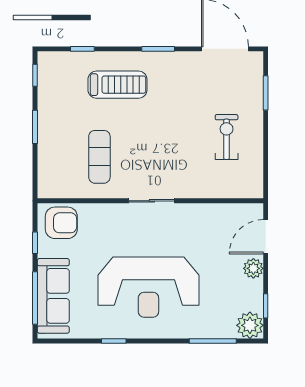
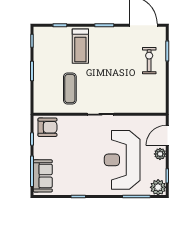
treadmill: (117, 85) -> (80, 46), turned 90
exercise bike: (227, 137) -> (149, 61), moved
reception desk: (148, 287) -> (122, 160), moved, turned 90
sofa: (53, 296) -> (43, 176), width x0.73

